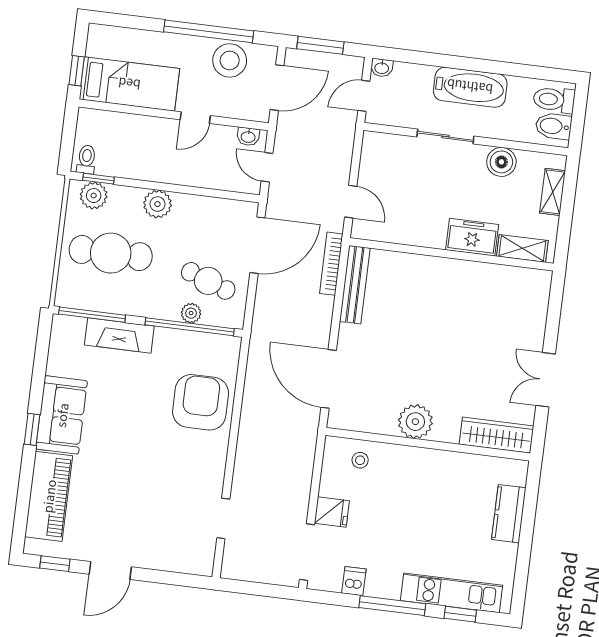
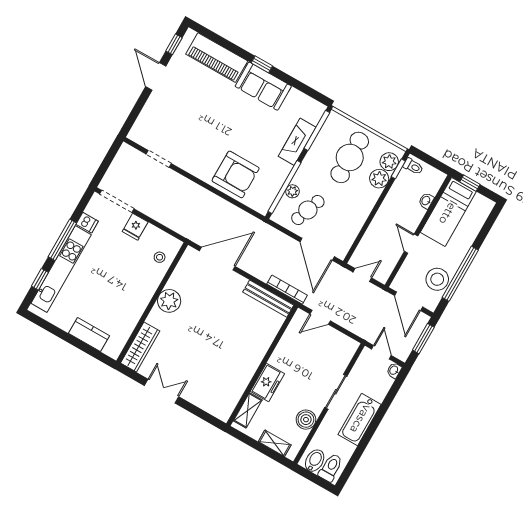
washbasin: (248, 137) -> (426, 201), moved
plant: (157, 204) -> (379, 179), moved
kitchen unit: (451, 593) -> (61, 269), width x1.36

